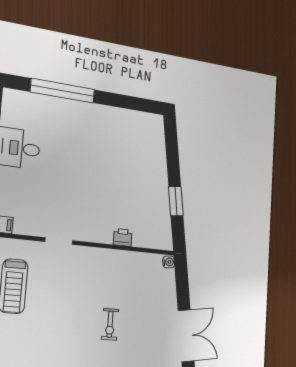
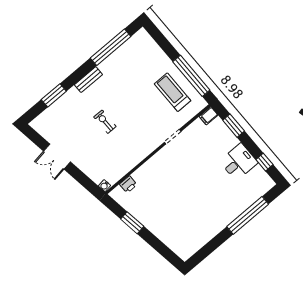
printer: (123, 237) -> (128, 184), moved
double door: (186, 336) -> (57, 157), width x0.73

